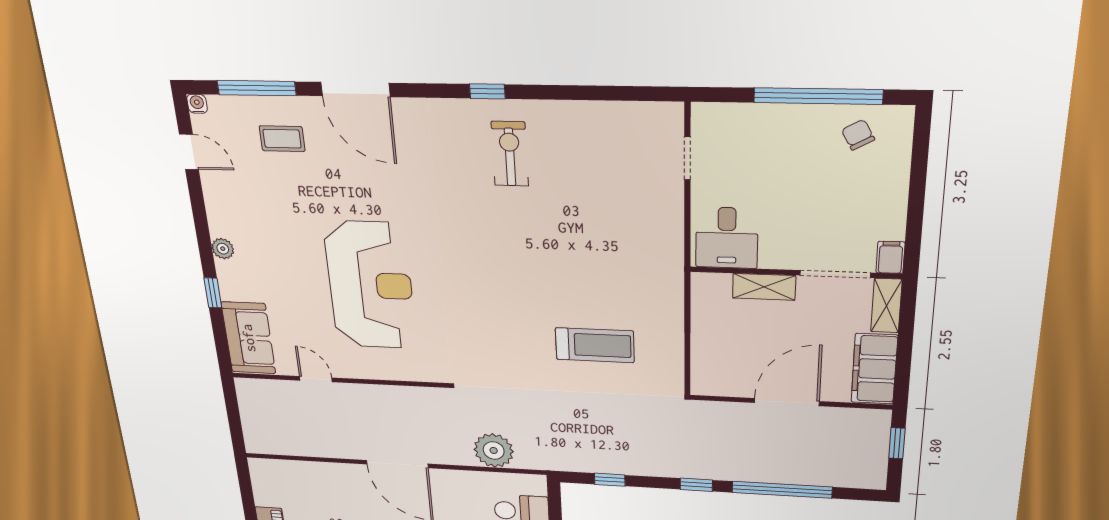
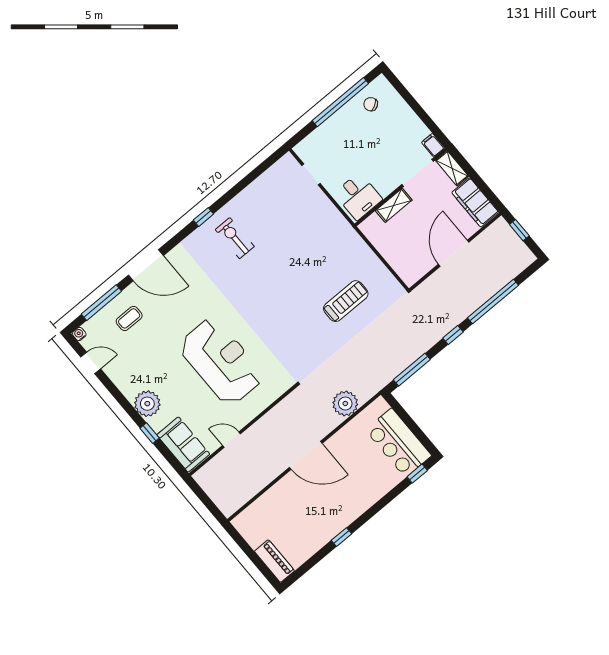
plant: (223, 249) -> (147, 404), width x1.88, depth x1.88
window: (610, 480) -> (412, 370), width x2.17

